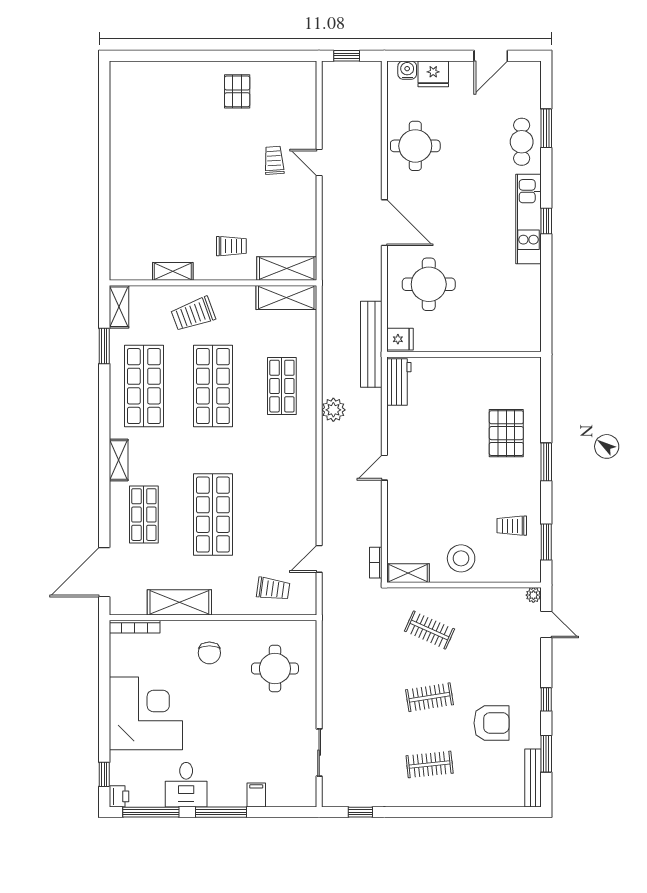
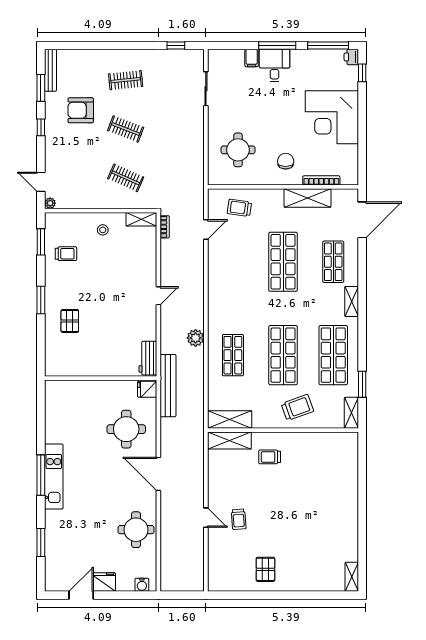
window: (347, 56) -> (186, 595), removed
fridge: (433, 74) -> (104, 582), moved
cafe table: (522, 142) -> (59, 533), removed
window: (546, 221) -> (41, 475), width x2.17
shelving: (173, 271) -> (352, 577), moved, turned 90
pallet: (506, 433) -> (70, 321), width x0.67, depth x0.71
stool: (461, 558) -> (103, 230), width x0.53, depth x0.53
bookcase: (135, 627) -> (321, 180), moved
clothes rail: (430, 697) -> (126, 129), turned 30
desk: (186, 785) -> (274, 65), moved

